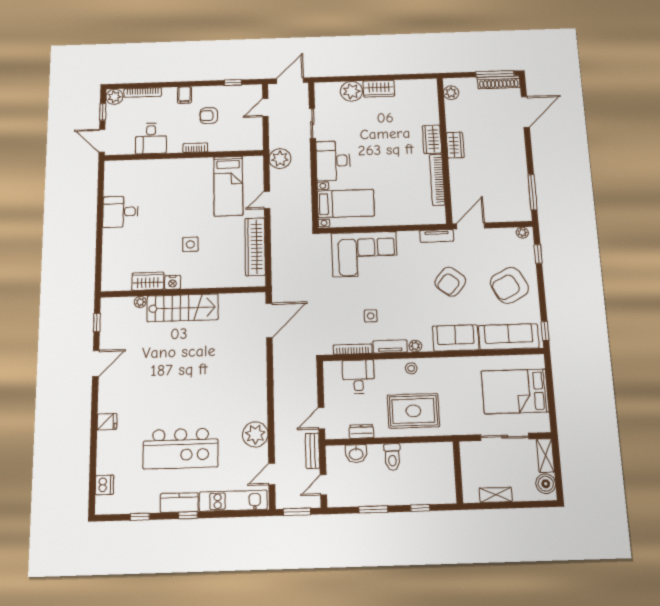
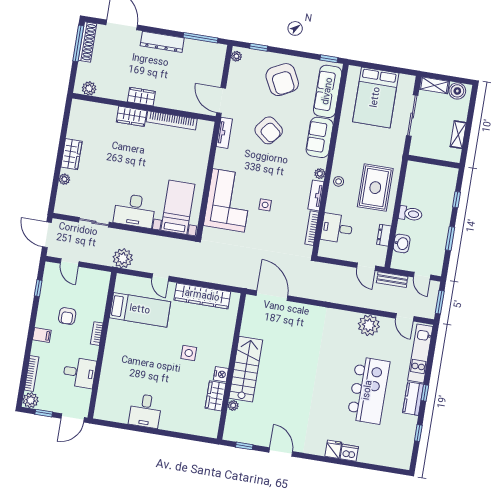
plant: (351, 91) -> (64, 179), width x0.53, depth x0.53
dresser: (518, 155) -> (162, 42), added
side table: (371, 316) -> (265, 205), moved
dishwasher: (104, 485) -> (349, 453), moved

